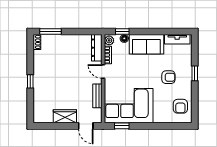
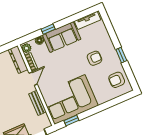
window: (122, 31) -> (48, 29), moved
door: (103, 71) -> (33, 79), swing flipped
window: (195, 73) -> (121, 55), moved
armchair: (180, 106) -> (117, 80), turned 90

